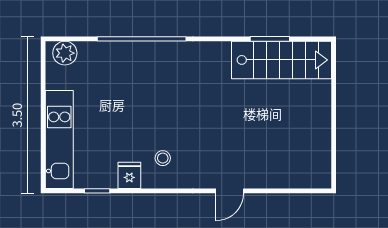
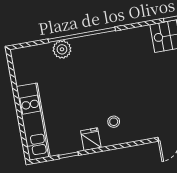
plant: (65, 53) -> (62, 49), moved

